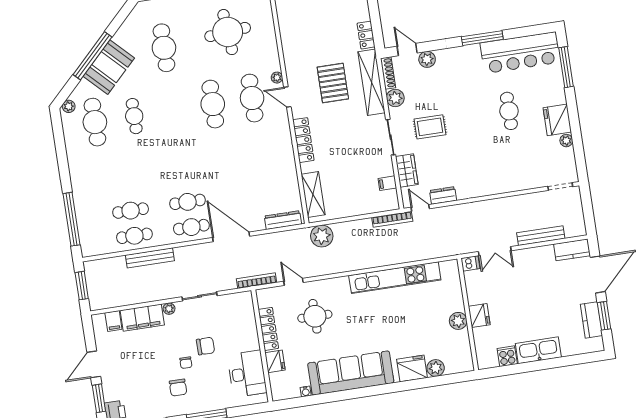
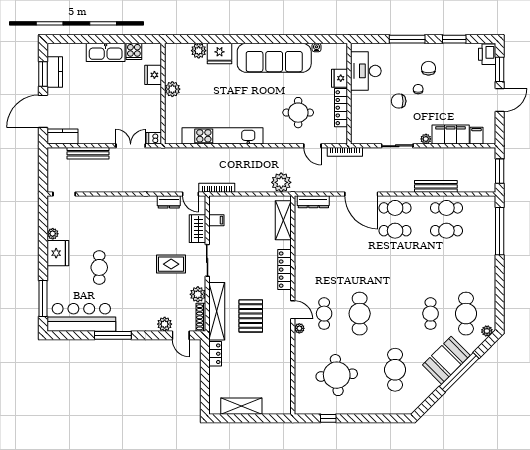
cafe table: (252, 98) -> (324, 314), width x0.73, depth x0.74
fridge: (479, 315) -> (153, 75), moved

